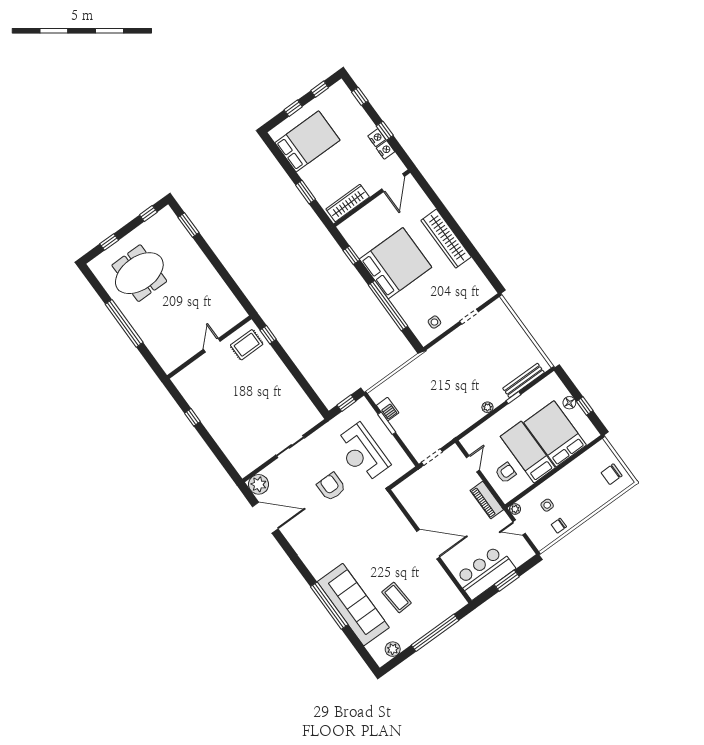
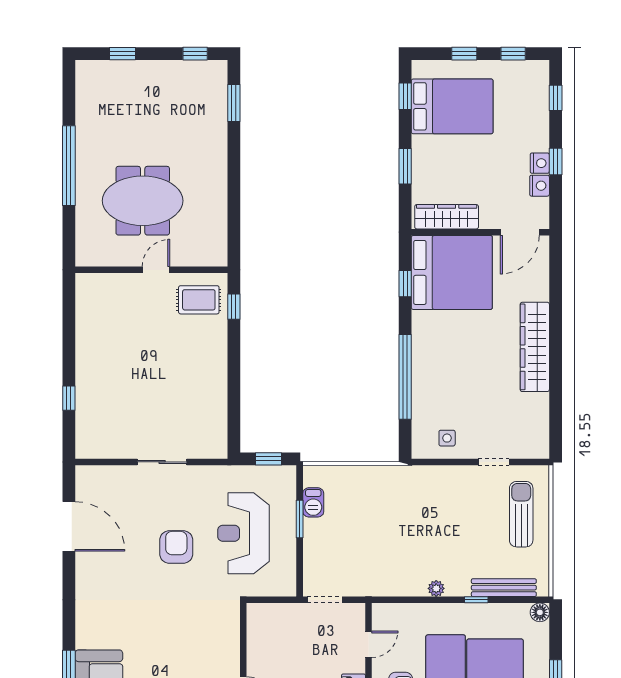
window: (278, 154) -> (405, 96), added
bed: (396, 263) -> (452, 272), moved
meeting table: (139, 273) -> (143, 201), moved
sun lounger: (504, 334) -> (521, 514), added
floor lamp: (569, 403) -> (540, 612), moved
window: (192, 417) -> (69, 398), moved
plant: (259, 484) -> (90, 480), removed

